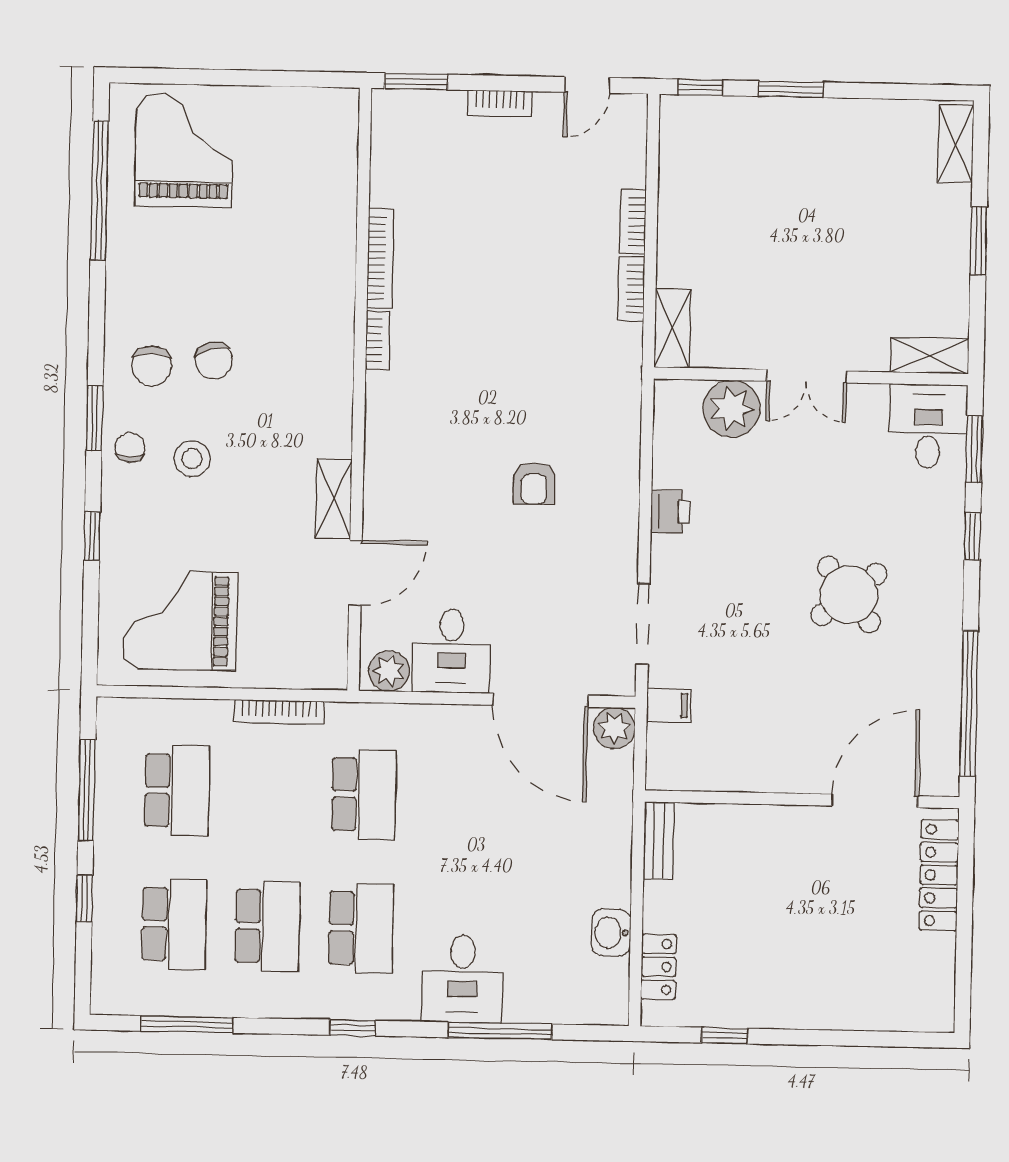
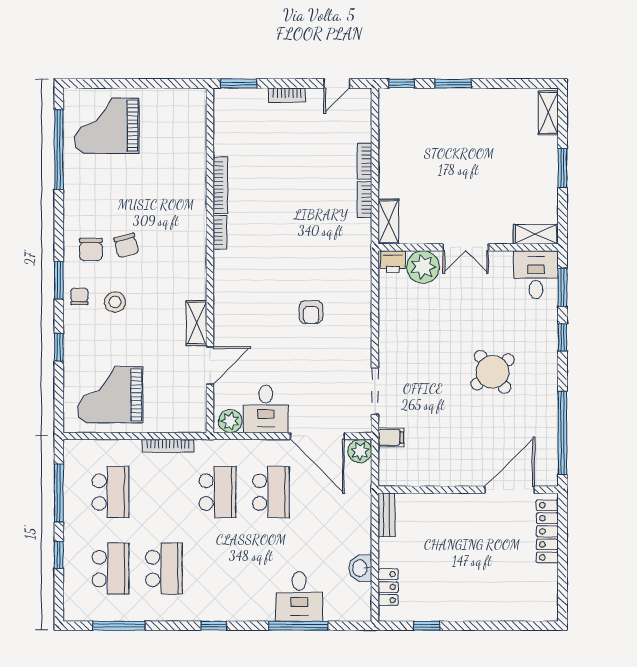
grand piano: (184, 150) -> (107, 126), turned -90
printer: (670, 512) -> (393, 262), moved, turned 90
school desk: (361, 928) -> (271, 492), moved
desk: (462, 979) -> (299, 596), moved

